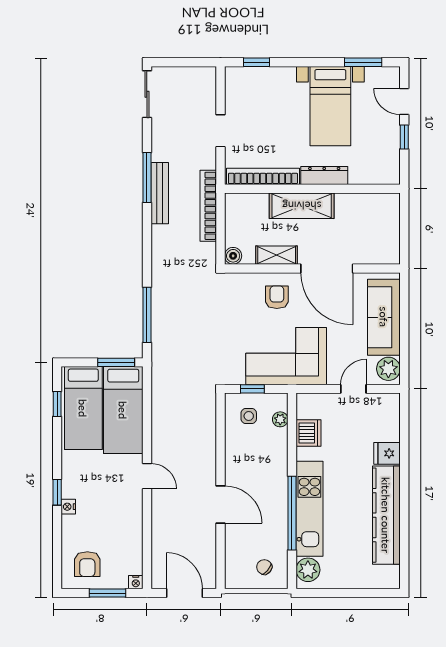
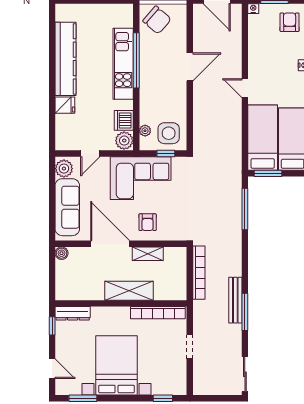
bed with nightstands: (330, 106) -> (117, 365), width x1.36
window: (404, 137) -> (52, 326), moved
dresser: (324, 176) -> (73, 313), moved
bookcase: (208, 206) -> (199, 273), moved
boiler: (233, 256) -> (62, 253), moved
side table: (249, 416) -> (169, 133), width x1.87, depth x1.87
door: (220, 505) -> (190, 67), swing flipped
chair: (264, 567) -> (157, 20), width x1.87, depth x1.87
plant: (308, 570) -> (124, 141), moved

